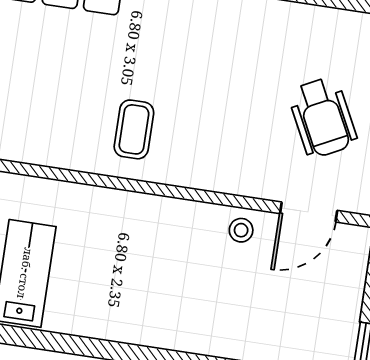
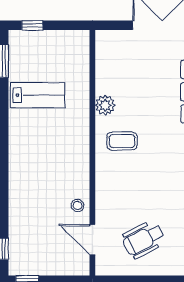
plant: (63, 151) -> (105, 105), added

